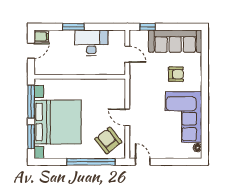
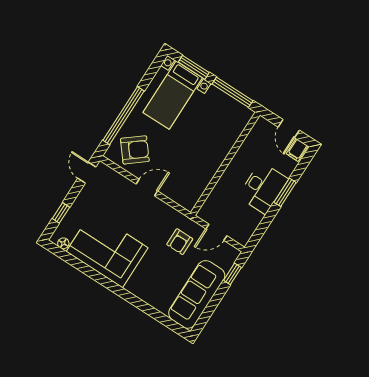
desk: (91, 43) -> (263, 188), moved
armchair: (176, 74) -> (180, 242), moved
bed with nightstands: (58, 122) -> (173, 95), width x0.54
door: (143, 162) -> (87, 173), swing flipped
window: (179, 162) -> (61, 213), added

